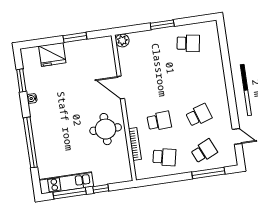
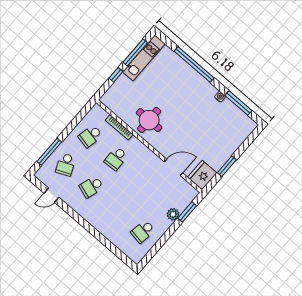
window: (162, 25) -> (187, 212), moved
plant: (122, 40) -> (173, 214), moved
fridge: (52, 54) -> (202, 175), moved
window: (21, 80) -> (238, 103), width x1.44
door: (121, 88) -> (173, 167), moved
school desk: (199, 115) -> (91, 187), turned 36

